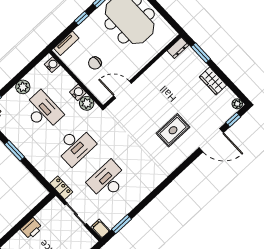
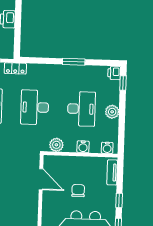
chair: (95, 63) -> (78, 191), moved
door: (122, 90) -> (41, 179), hinge flipped
water cooler: (78, 92) -> (83, 147), moved
desk: (43, 111) -> (81, 109), turned -90

